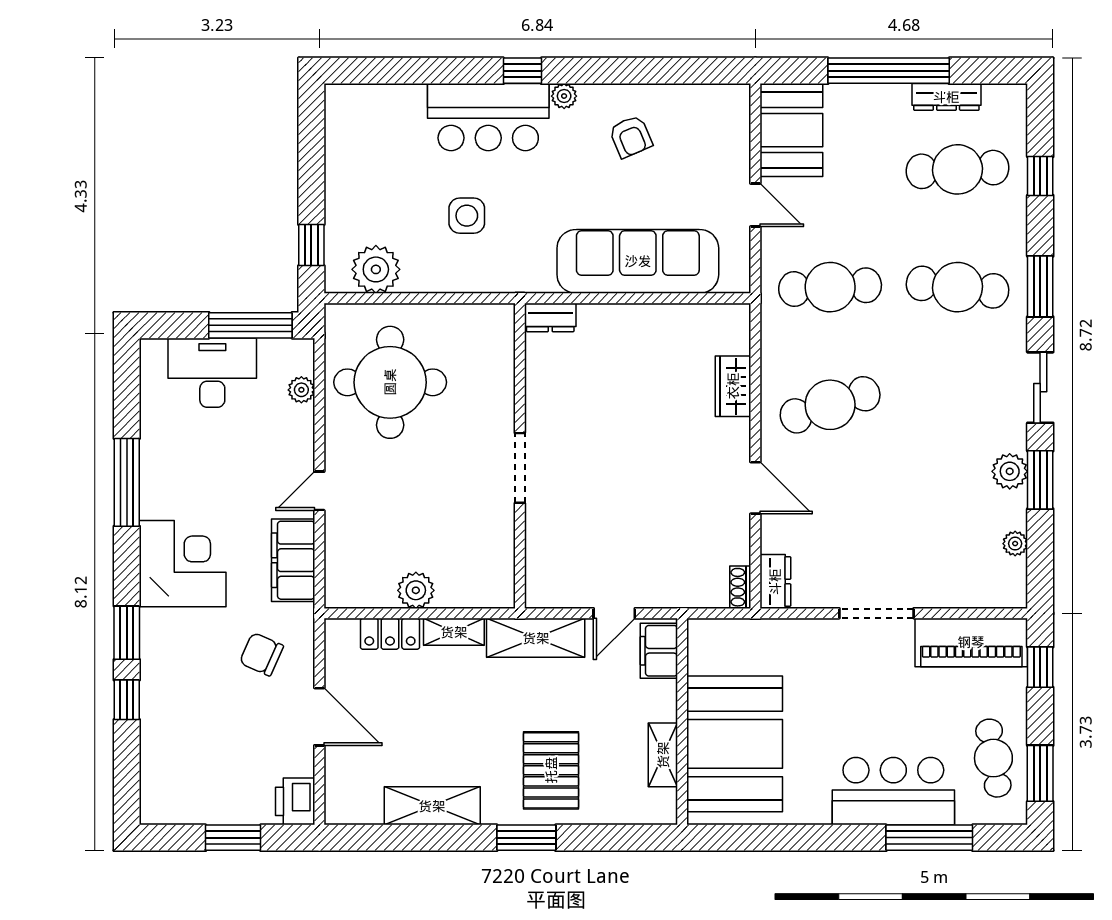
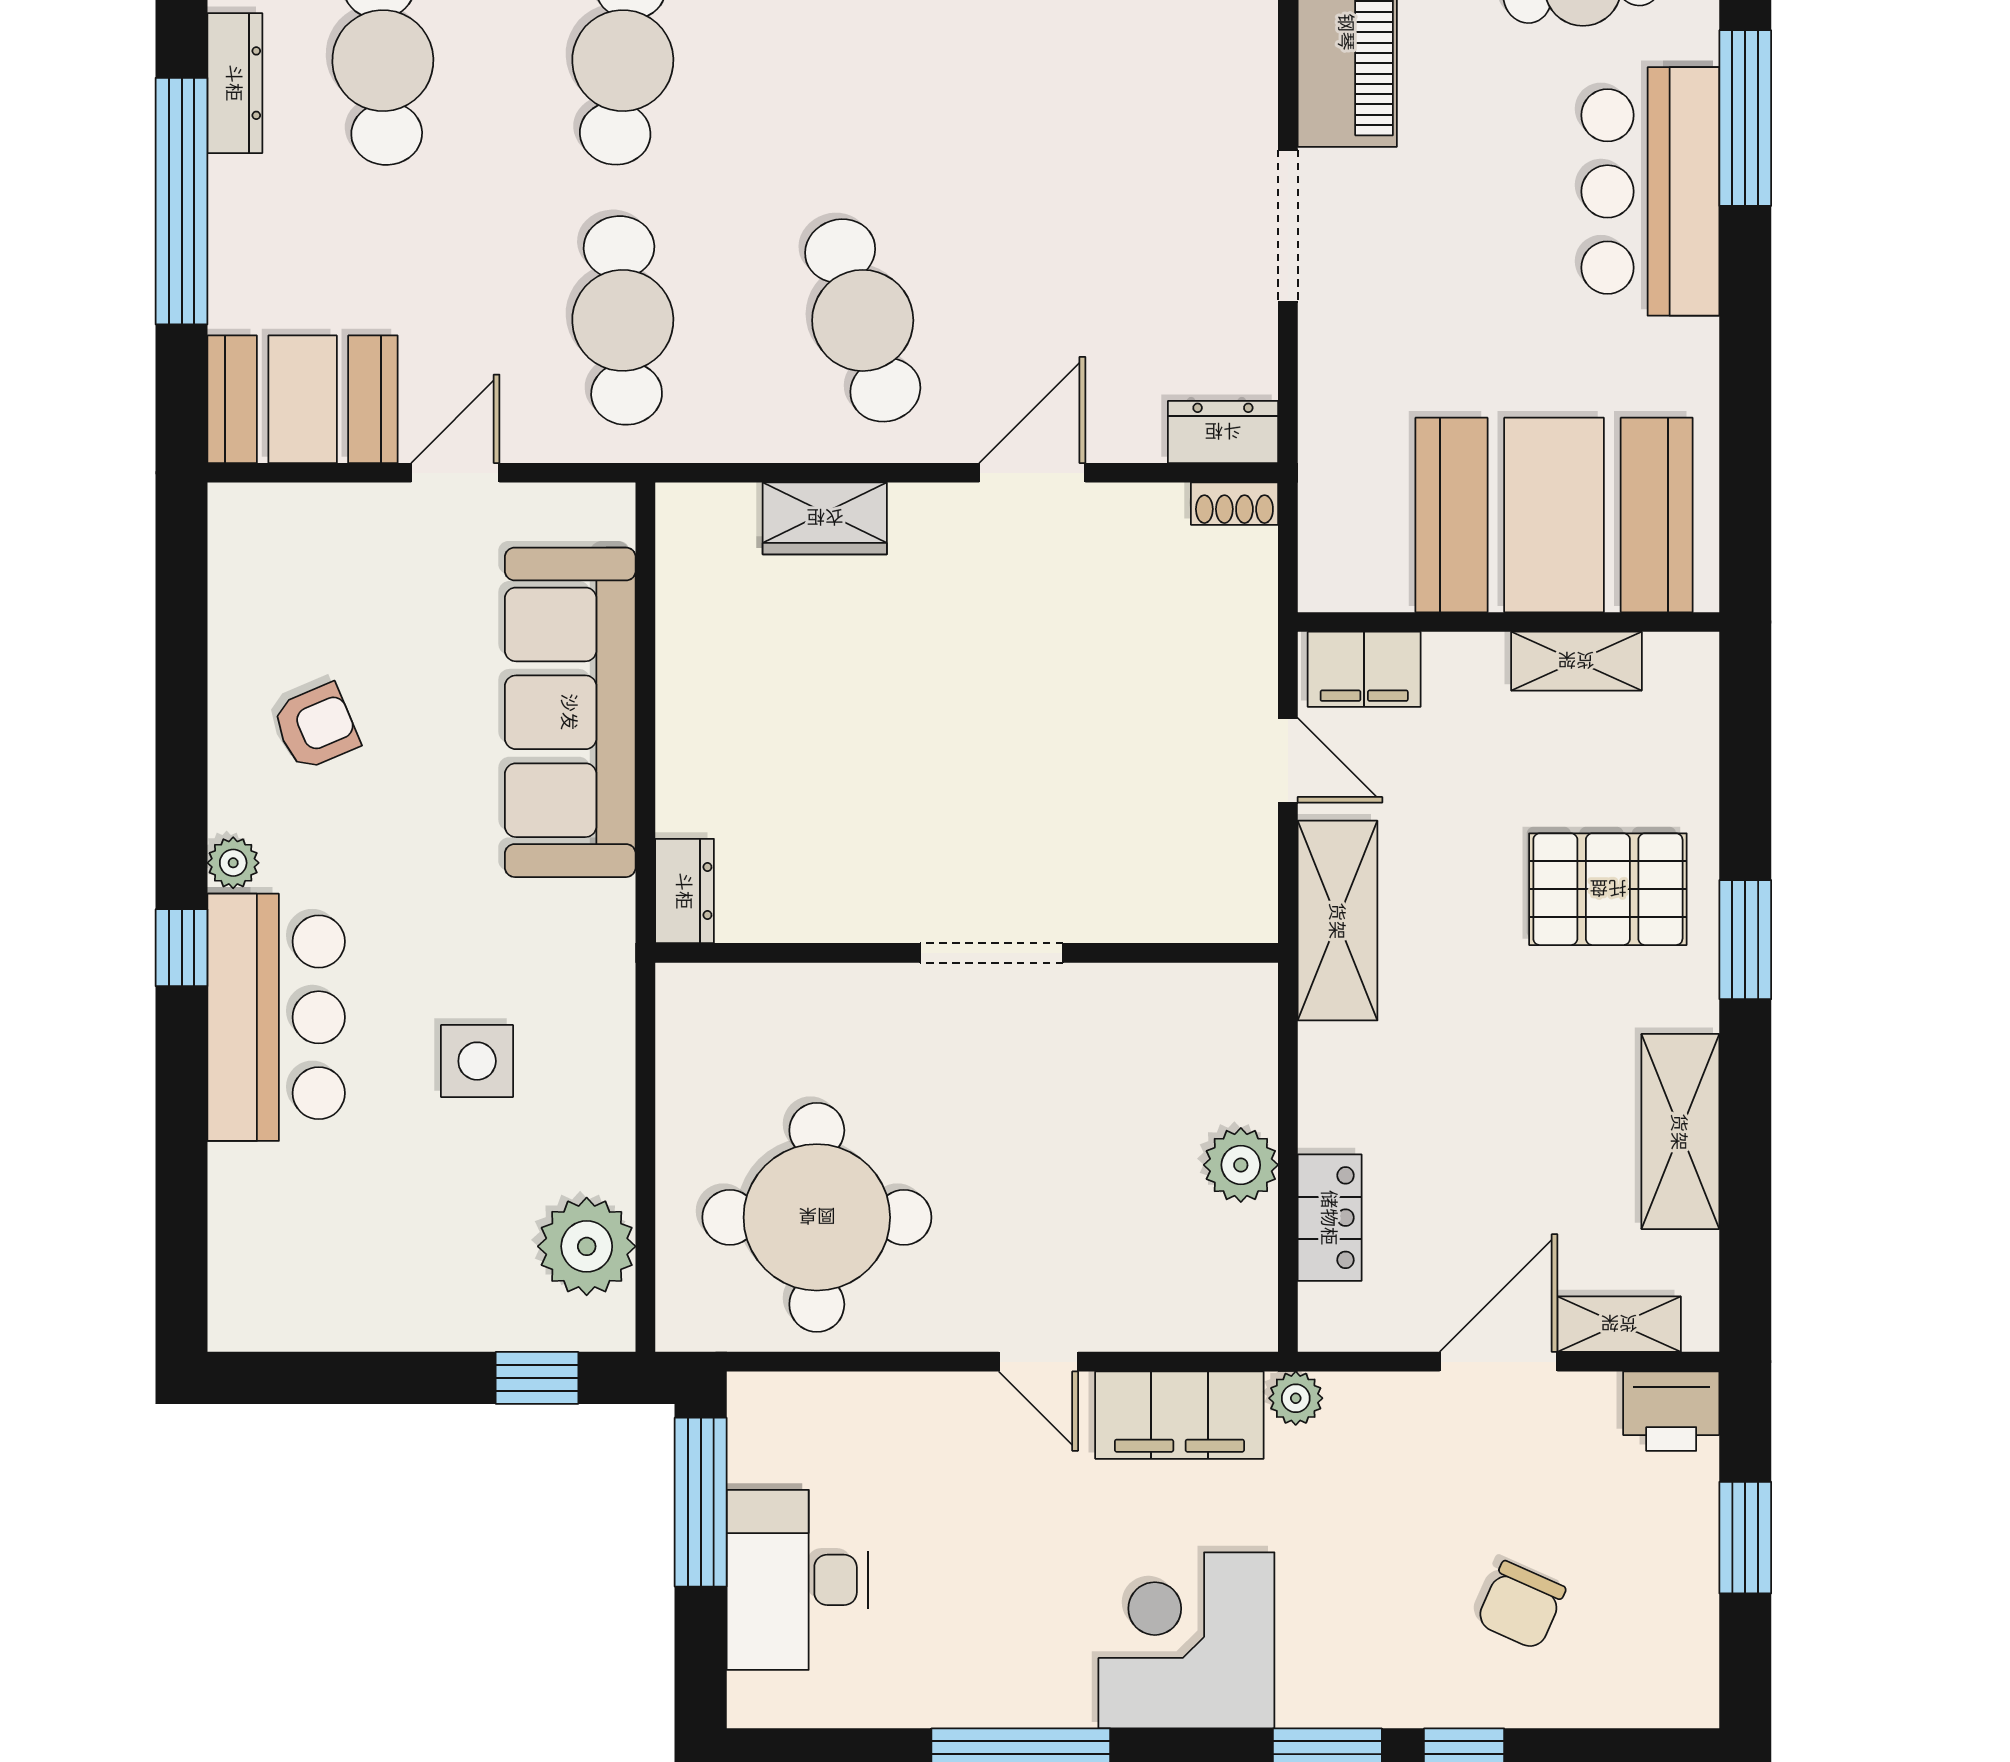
plant: (301, 390) -> (1296, 1398), moved
shelving: (454, 632) -> (1619, 1324), moved, turned 90
chair: (261, 654) -> (1521, 1605), moved

